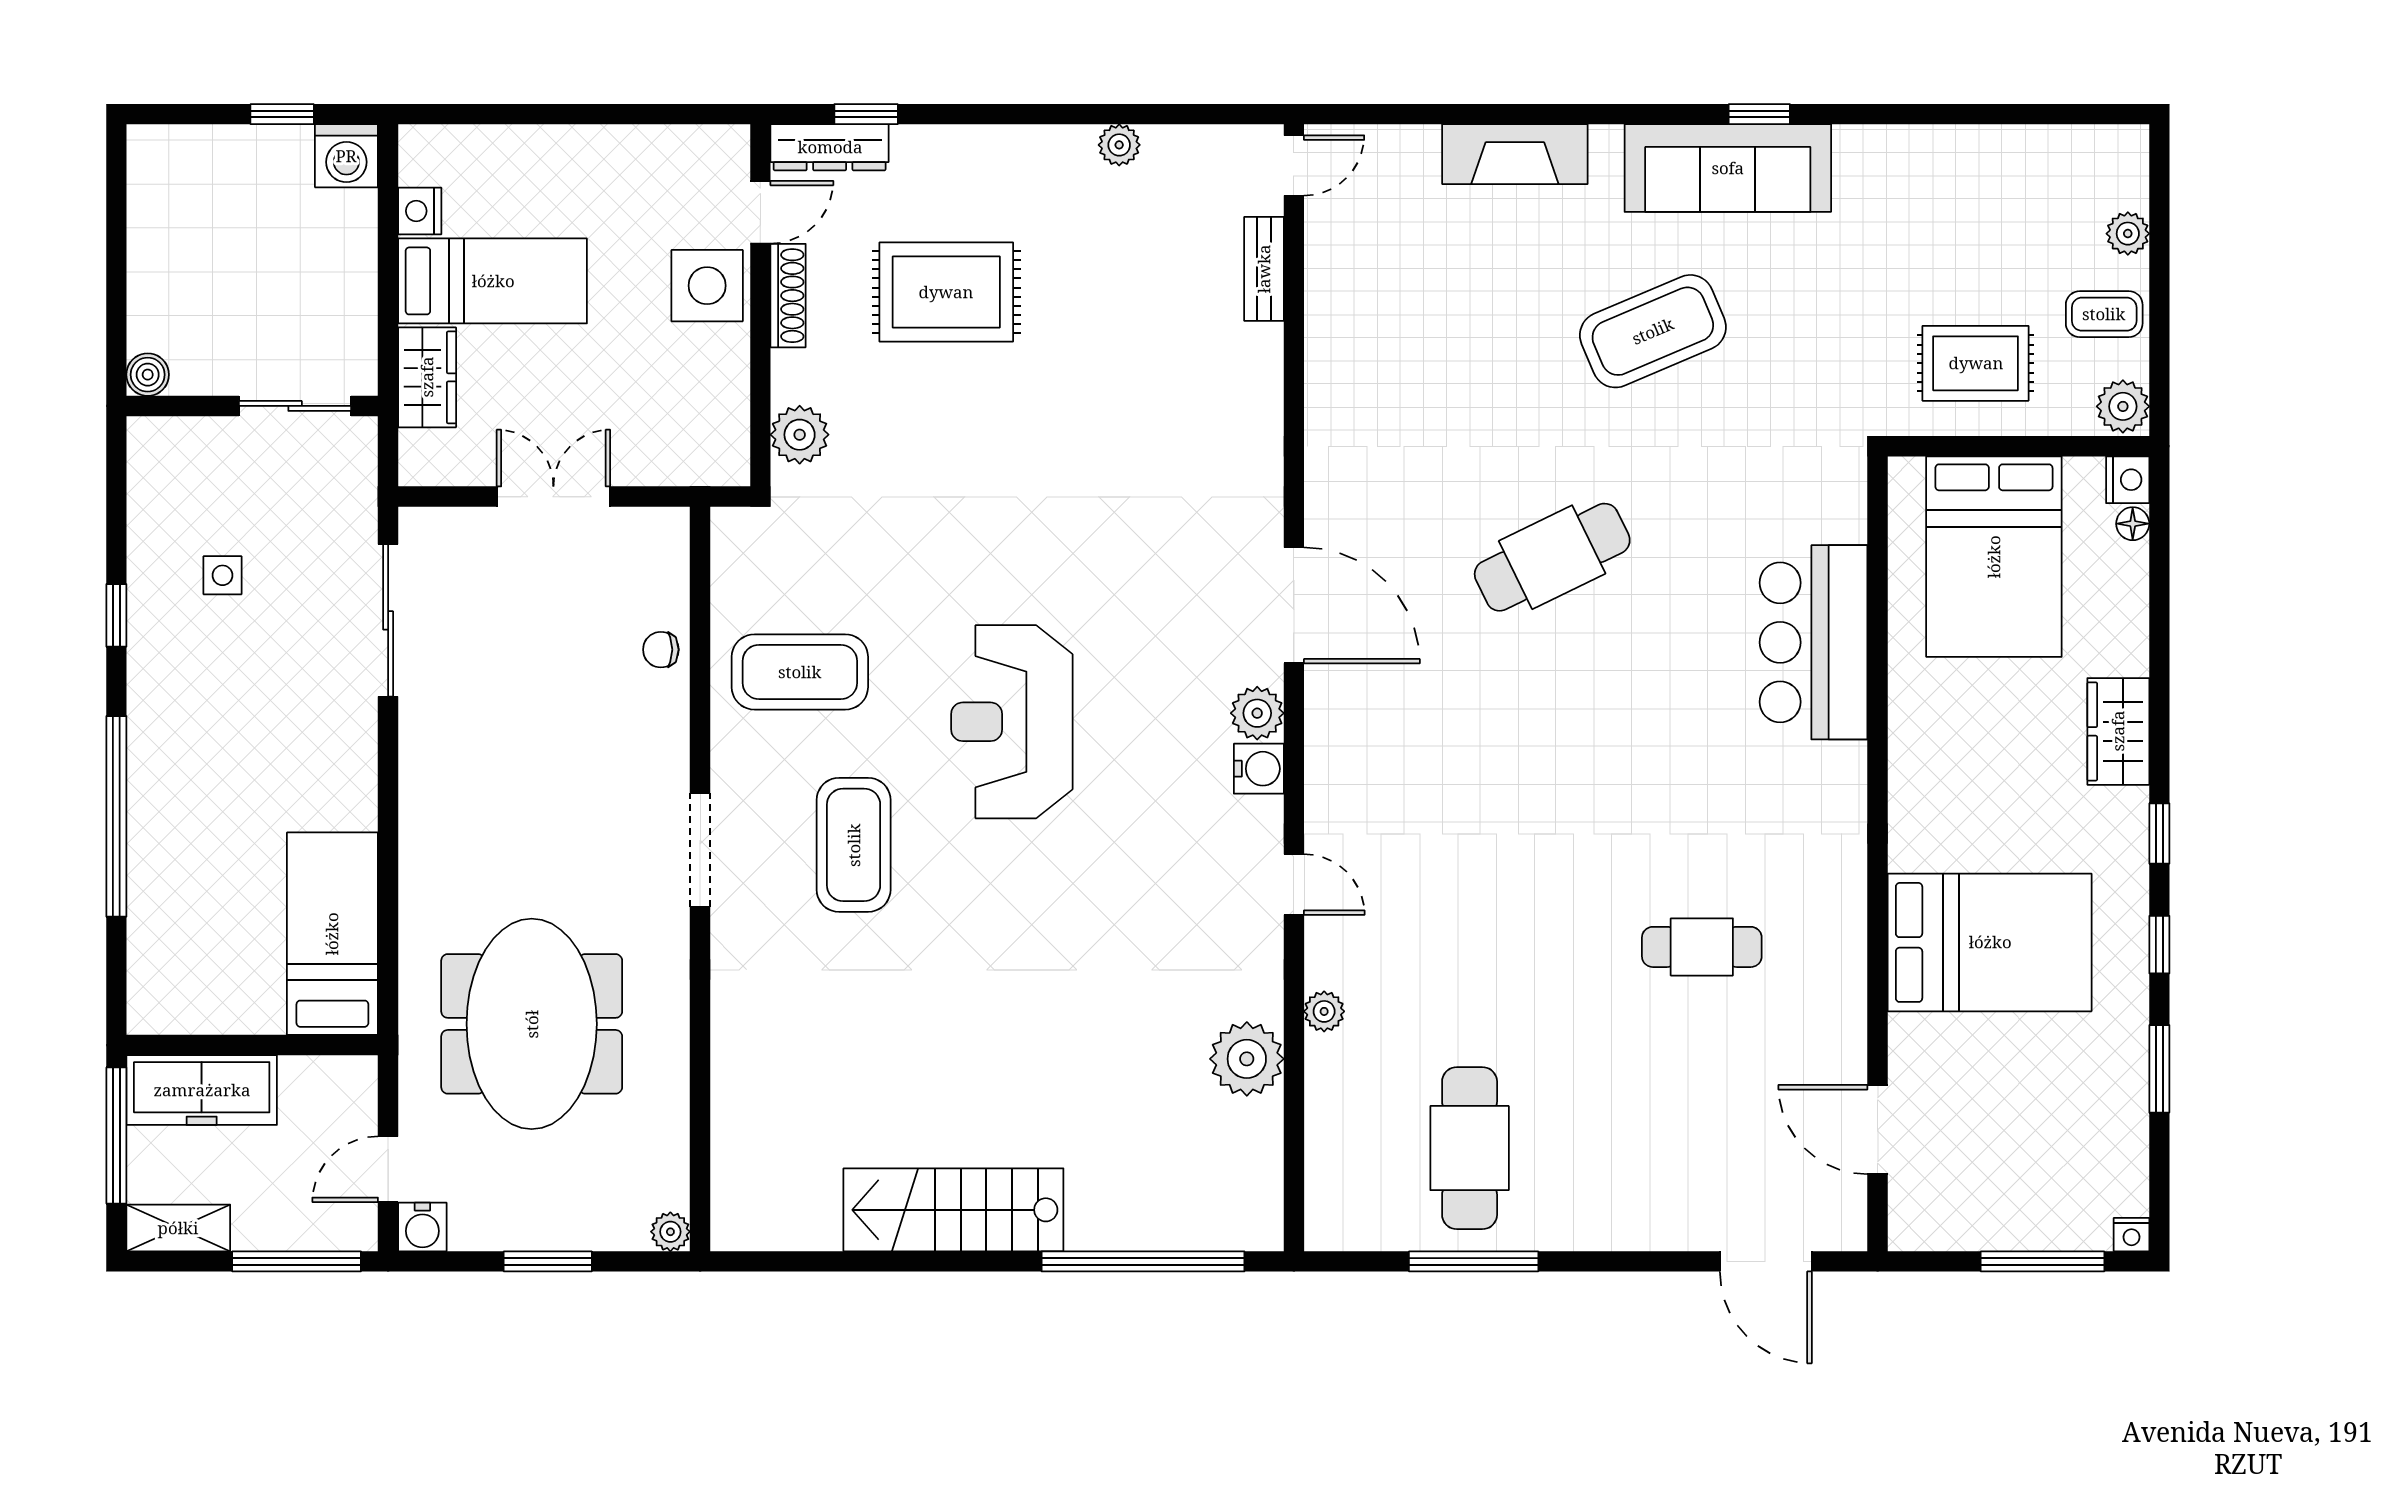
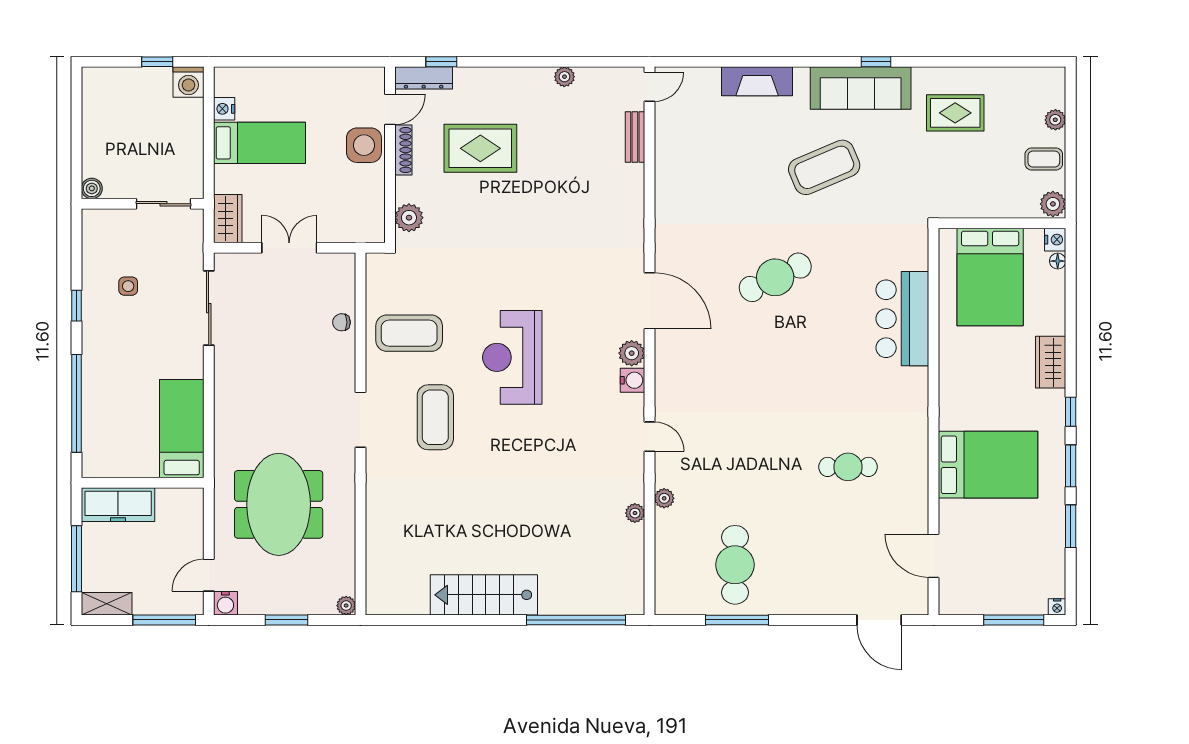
rug: (1976, 363) -> (955, 113), moved
wardrobe: (427, 377) -> (228, 219), moved
bed: (332, 934) -> (182, 429), moved
window: (2159, 945) -> (1071, 466), width x1.50
wall: (252, 1045) -> (143, 483), moved
plant: (1247, 1059) -> (635, 513), width x0.53, depth x0.53
freezer: (202, 1090) -> (118, 505), moved

